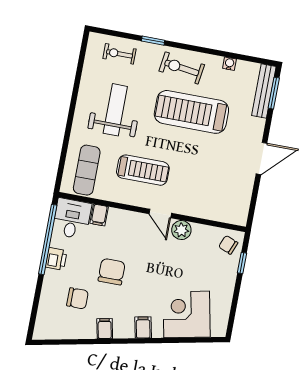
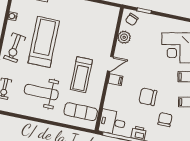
treadmill: (191, 112) -> (44, 42), turned 180
treadmill: (143, 170) -> (81, 75), turned 180
filing cabinet: (99, 215) -> (115, 80), moved
plant: (181, 230) -> (124, 37), moved

